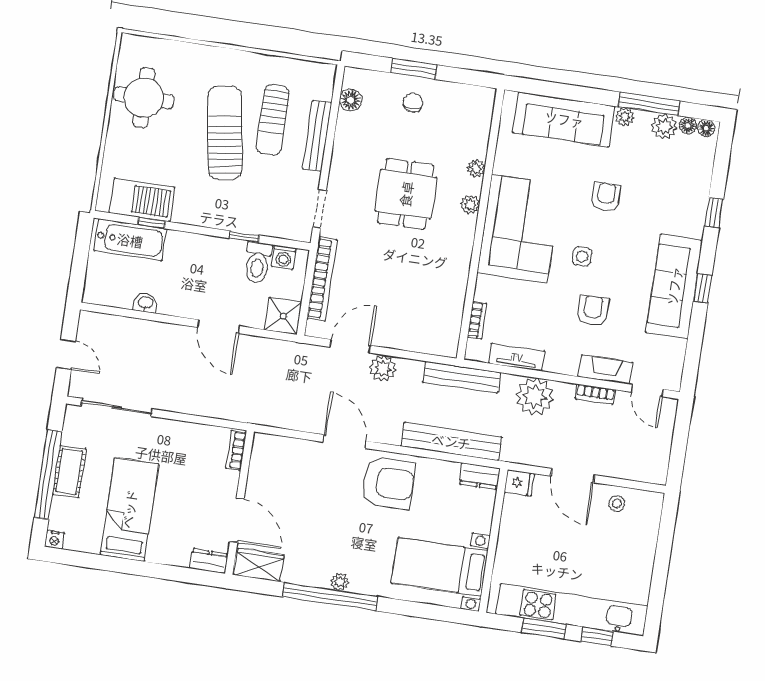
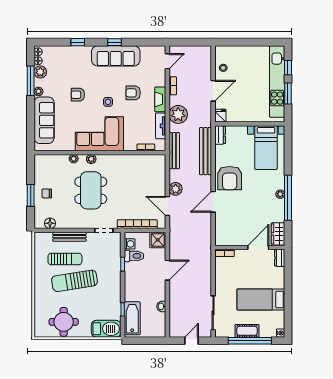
dining table: (406, 194) -> (91, 190), width x1.38
barbecue: (142, 200) -> (106, 329), moved, turned 90
fireplace: (606, 370) -> (160, 99), moved
armchair: (388, 483) -> (230, 178), turned 180

